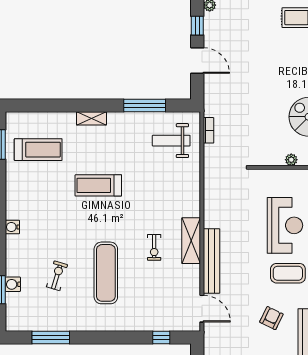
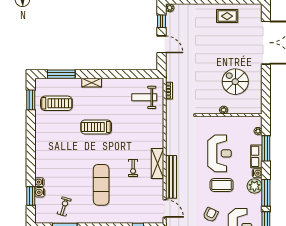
window: (145, 105) -> (61, 74), moved
water cooler: (12, 227) -> (39, 182), moved
exercise bike: (57, 276) -> (64, 207), moved

